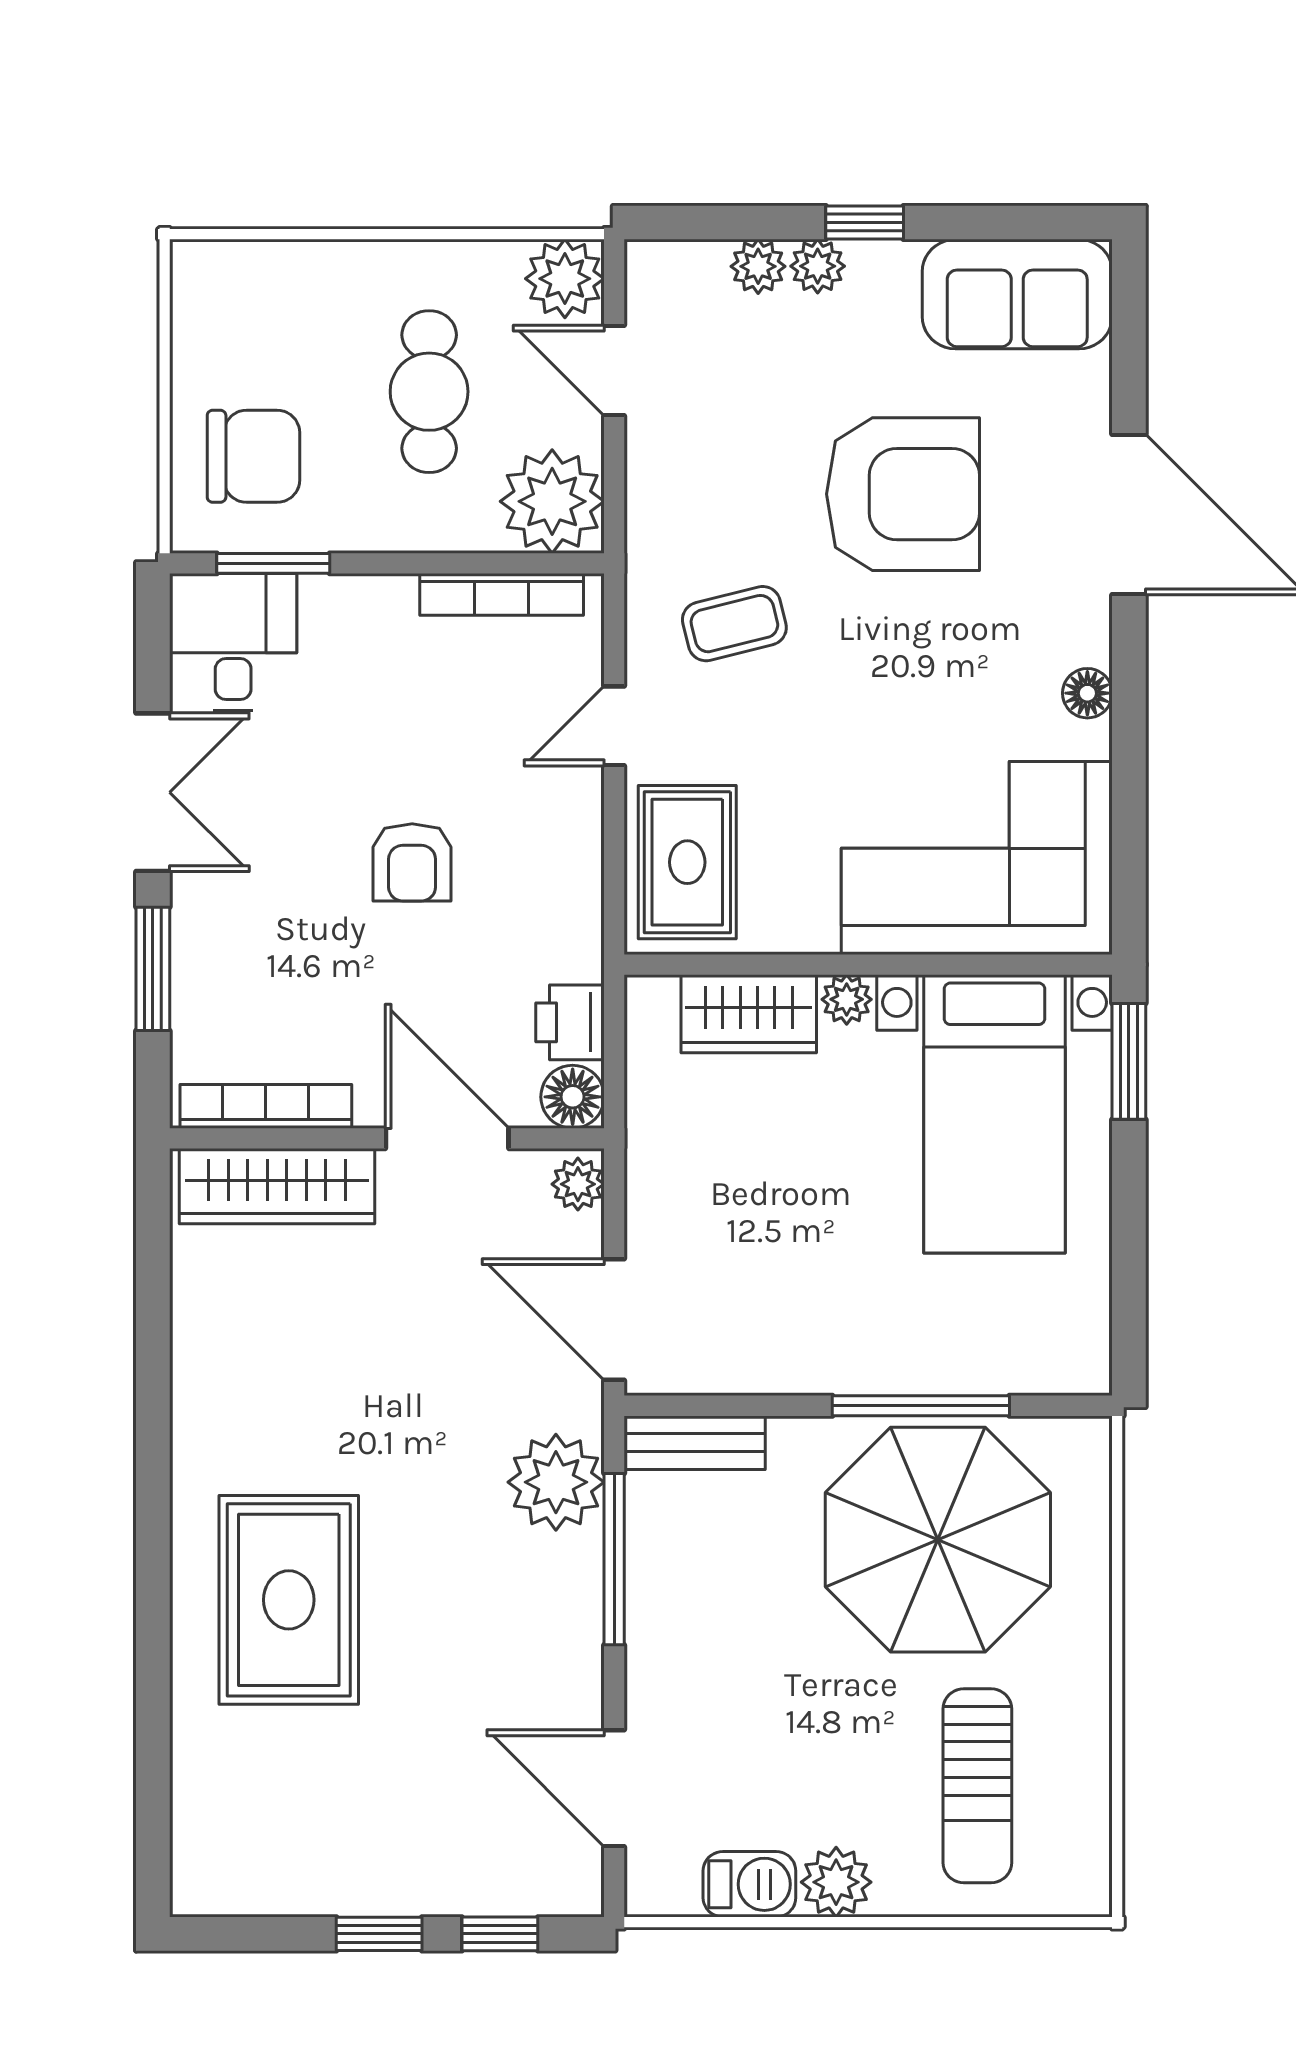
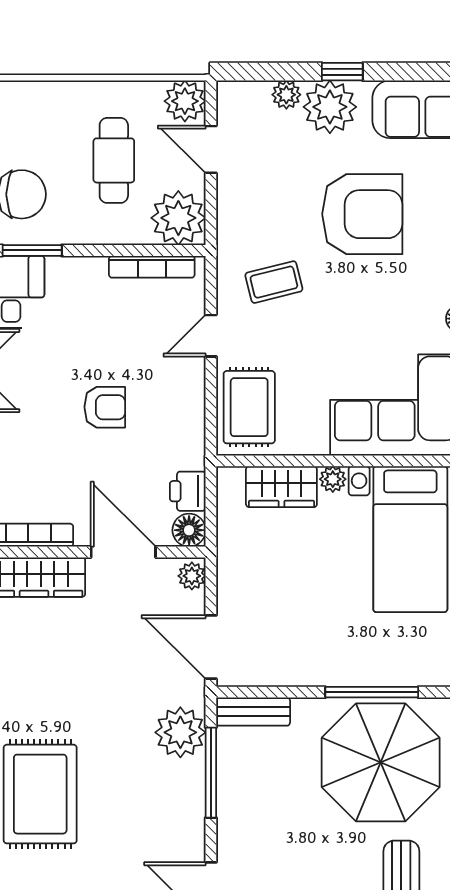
plant: (818, 266) -> (330, 107), width x1.88, depth x1.88
armchair: (412, 862) -> (105, 407), turned -90

